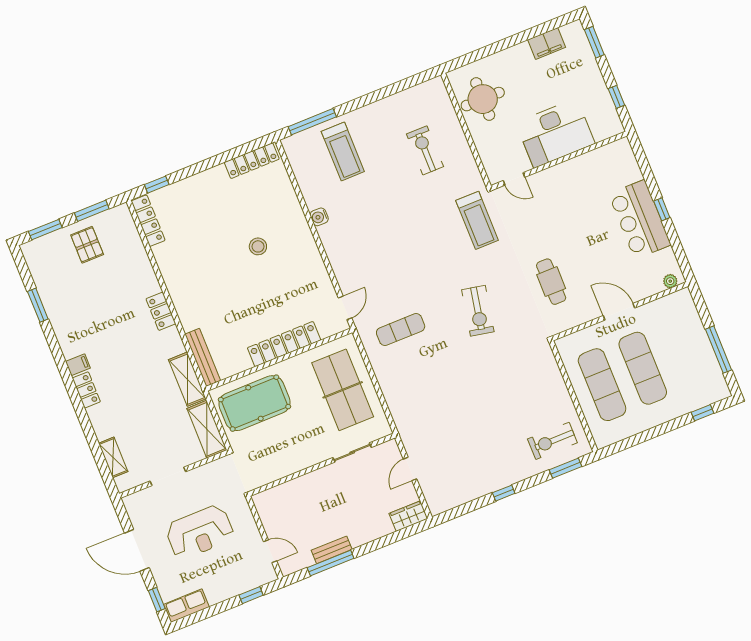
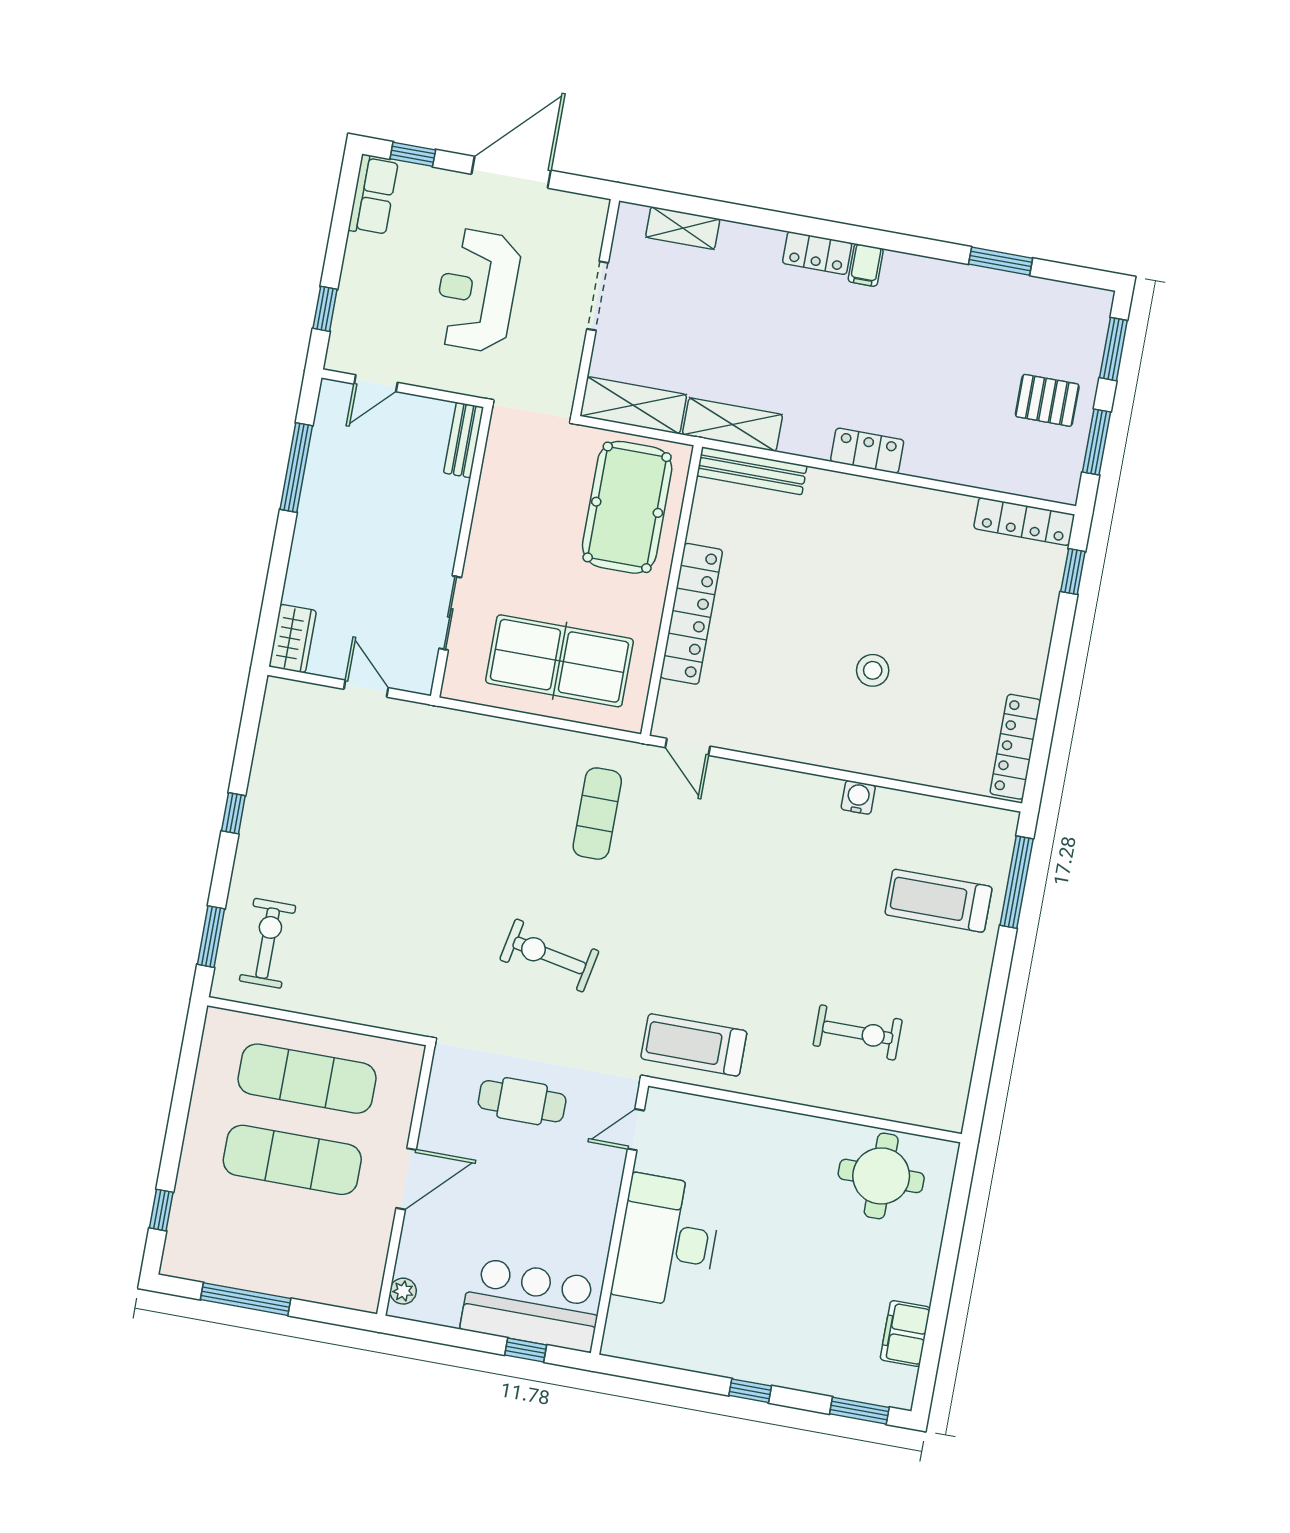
desk: (555, 133) -> (667, 1241), moved
wall: (559, 161) -> (620, 1219), moved
door: (514, 179) -> (636, 1130), moved
bench: (332, 550) -> (464, 440), moved

